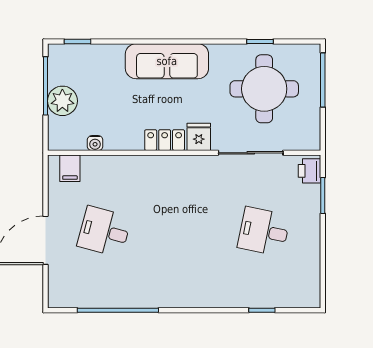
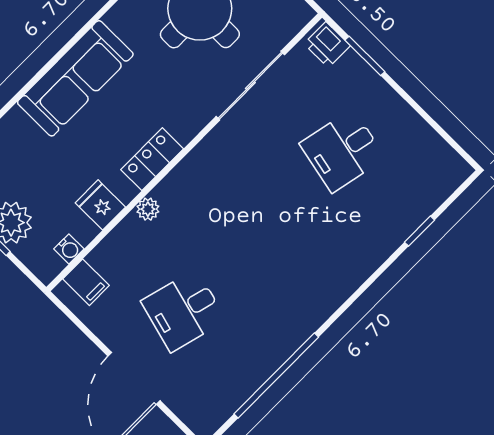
fridge: (199, 137) -> (100, 205), moved
water cooler: (95, 143) -> (69, 249), moved
plant: (137, 163) -> (148, 209), added

